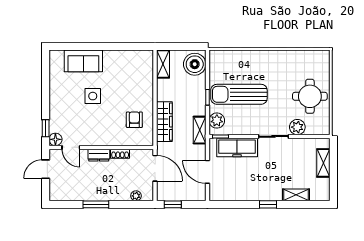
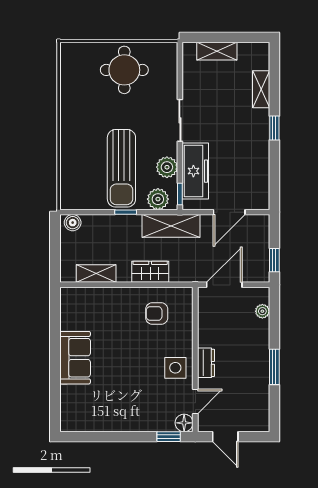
sofa: (83, 61) -> (75, 358), moved
shelving: (163, 64) -> (96, 274), moved
boiler: (195, 64) -> (73, 223), width x0.54, depth x0.54
side table: (93, 96) -> (175, 368), moved
wardrobe: (164, 122) -> (150, 272), width x0.67
plant: (297, 127) -> (167, 167), moved
shelving: (200, 130) -> (171, 226), width x1.50, depth x1.33
shoe rack: (120, 154) -> (204, 333), removed

